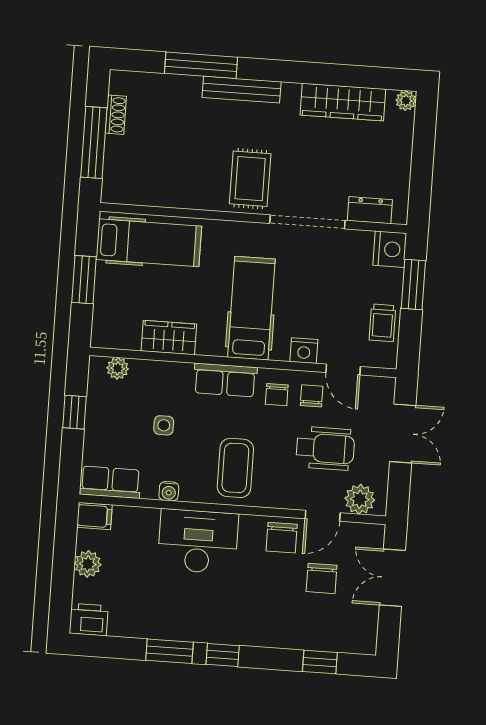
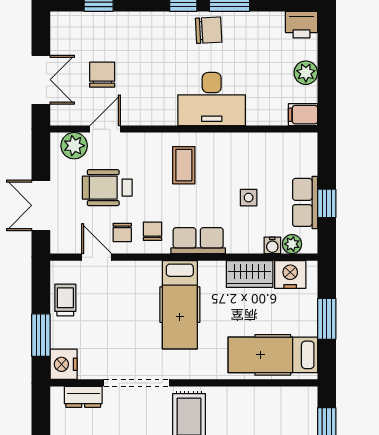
nightstand: (304, 351) -> (290, 275), moved, width x1.36, depth x1.33
coffee table: (235, 468) -> (184, 165), width x0.73, depth x0.77
row of seats: (110, 482) -> (305, 202), moved, turned 90
water cooler: (169, 491) -> (272, 245), moved, turned 180
chair: (282, 538) -> (209, 30), moved, turned 87

